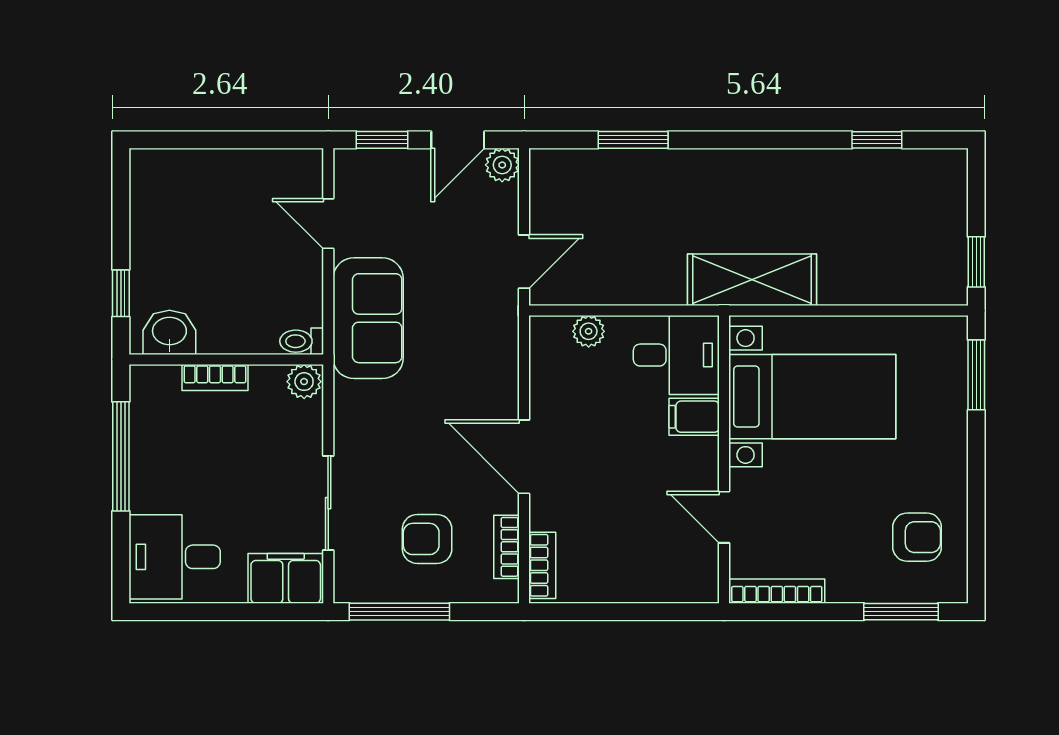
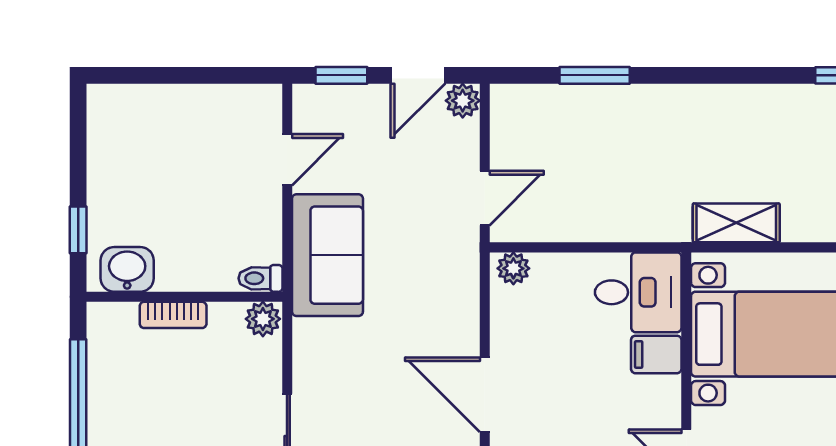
door: (328, 224) -> (287, 160), swing flipped
shelving: (752, 280) -> (736, 223), width x0.67, depth x0.75
plant: (589, 331) -> (513, 268), moved

